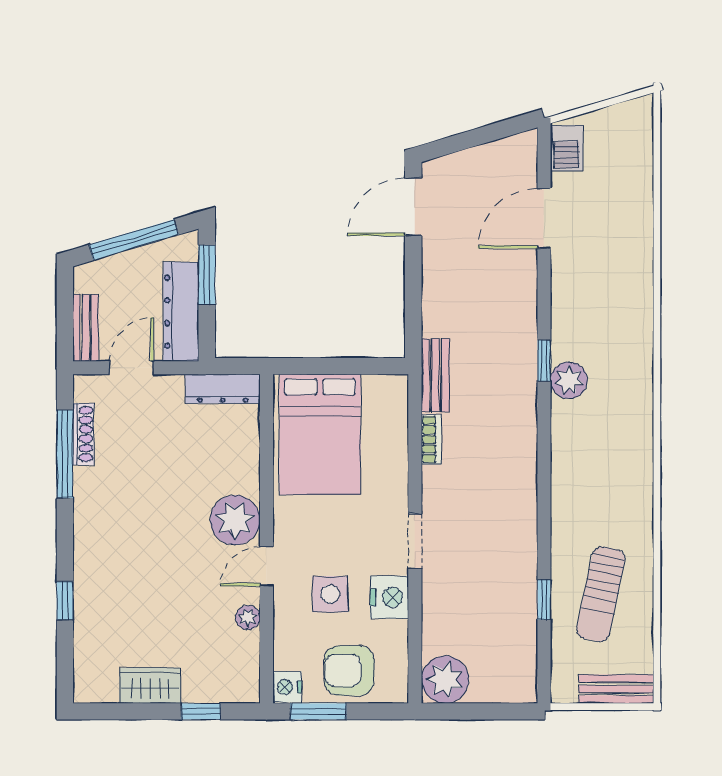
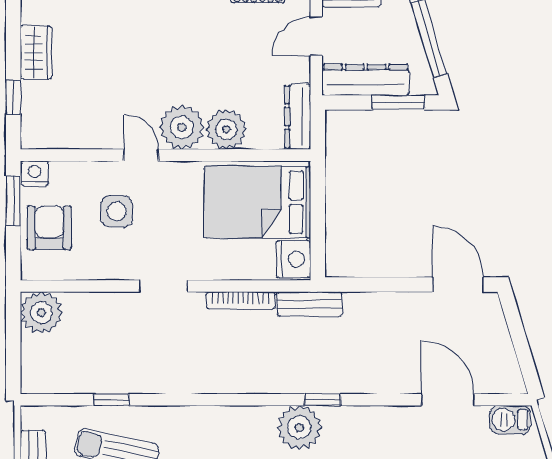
door: (131, 368) -> (316, 36), swing flipped
plant: (569, 380) -> (299, 428), width x1.36, depth x1.36
bookcase: (431, 439) -> (241, 300), width x1.56
nightstand: (389, 597) -> (294, 259), moved, turned -90
plant: (248, 618) -> (226, 129), moved, width x1.87, depth x1.87

